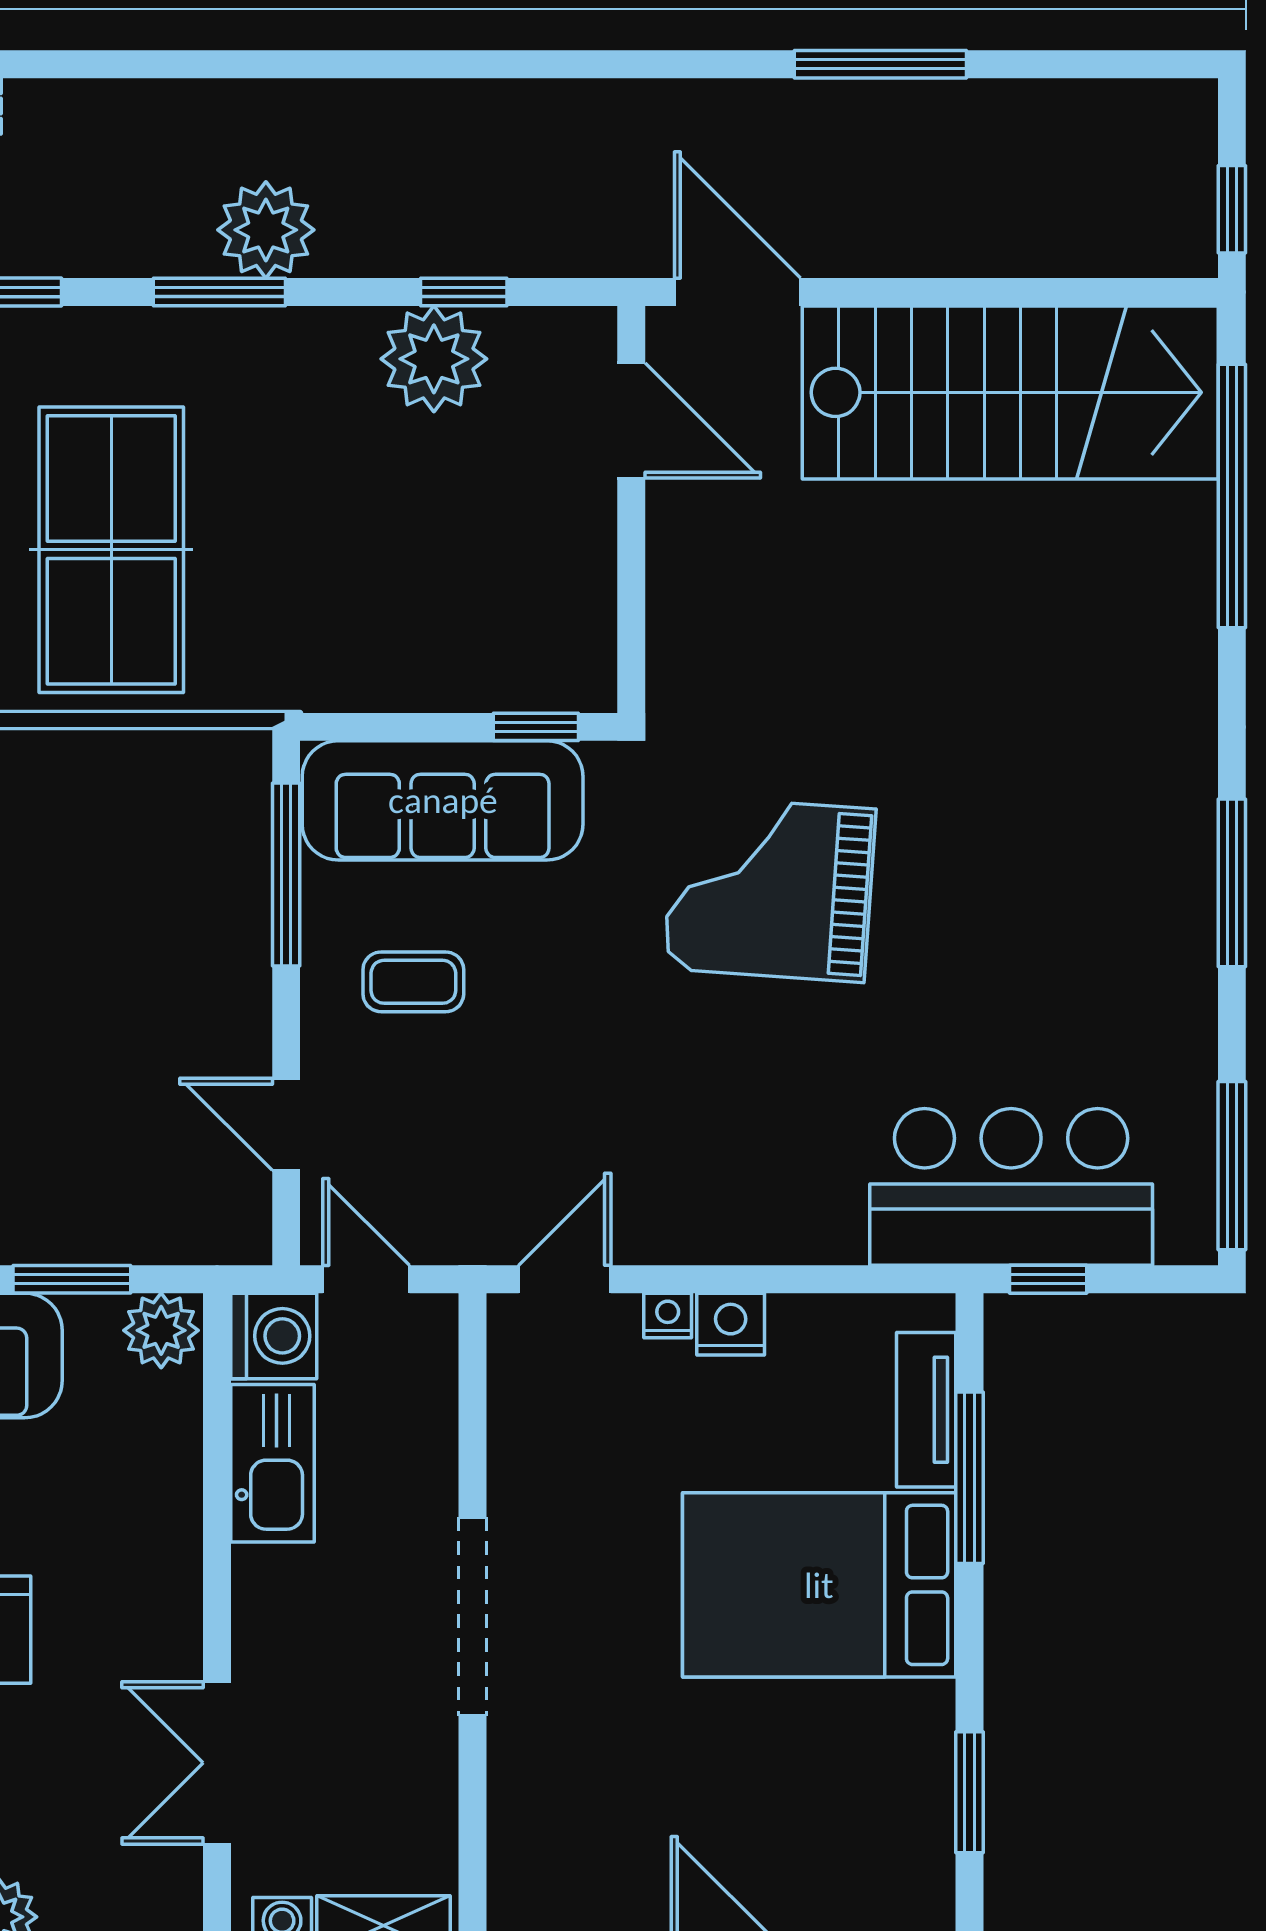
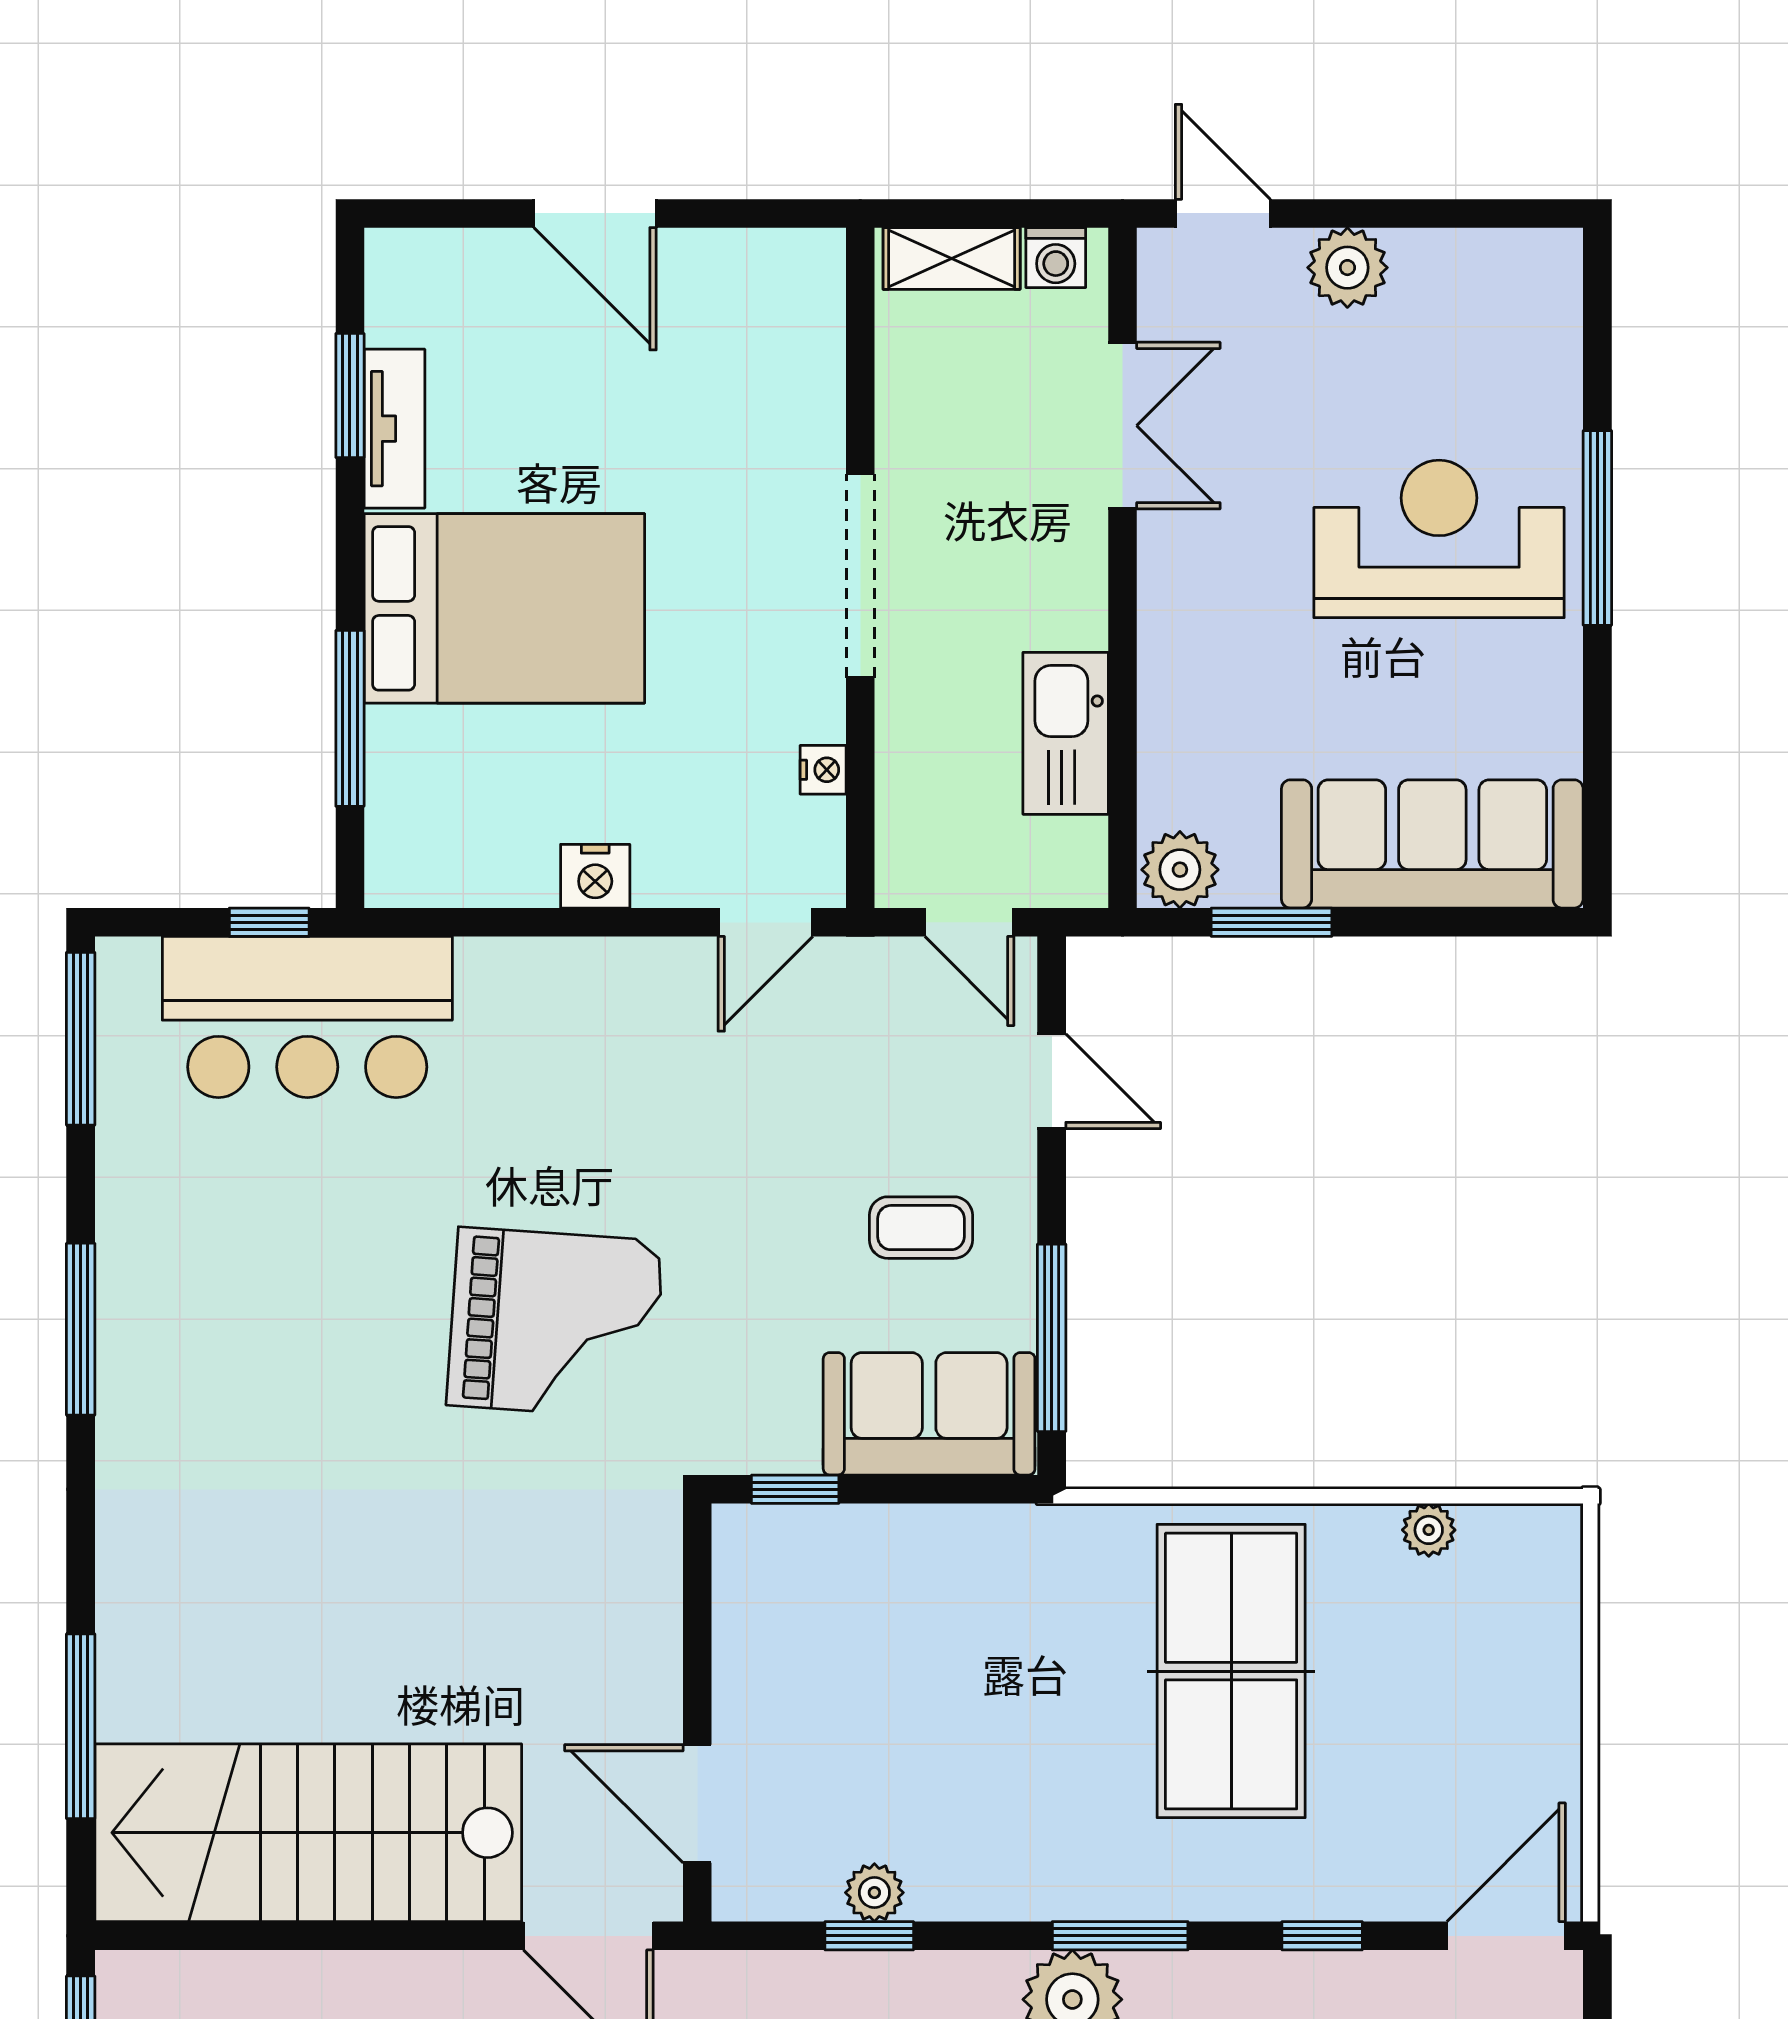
plant: (434, 359) -> (874, 1893), width x0.53, depth x0.53
window: (1232, 496) -> (81, 1726), width x0.68
sofa: (443, 800) -> (929, 1414), width x0.73
nightstand: (668, 1315) -> (823, 770), moved, turned -90
washing machine: (274, 1336) -> (1064, 864), removed
tv unit: (926, 1410) -> (394, 429), moved

